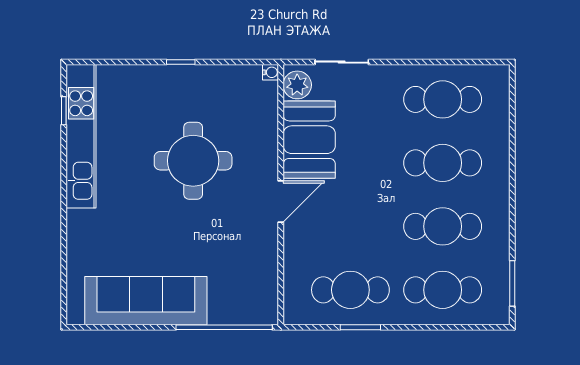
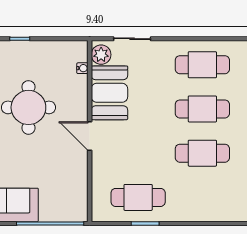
water cooler: (271, 72) -> (82, 68), moved
door: (281, 202) -> (90, 136), swing flipped
cafe table: (443, 290) -> (202, 197), removed

